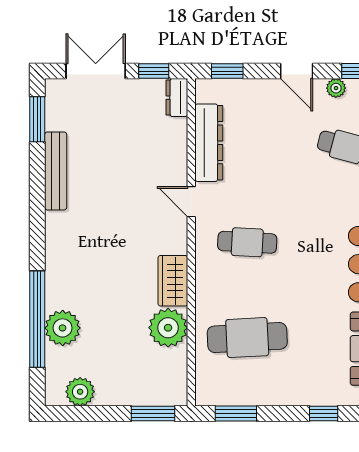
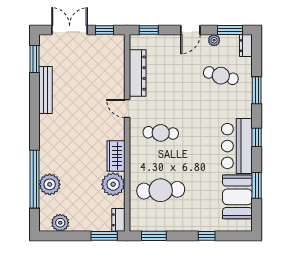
door: (297, 71) -> (190, 30), hinge flipped
dresser: (177, 98) -> (118, 220), moved

